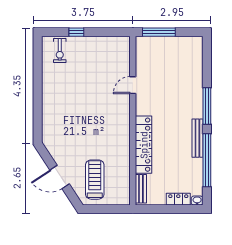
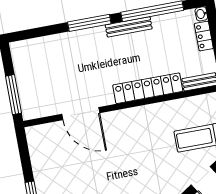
door: (133, 85) -> (81, 114), width x1.87

